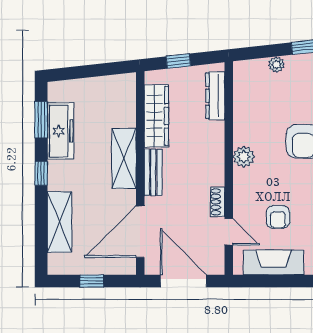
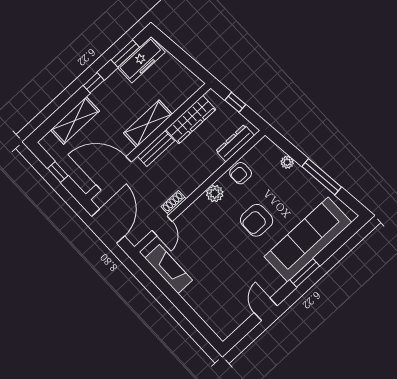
freezer: (60, 131) -> (141, 60), moved
armchair: (278, 217) -> (241, 173), moved

